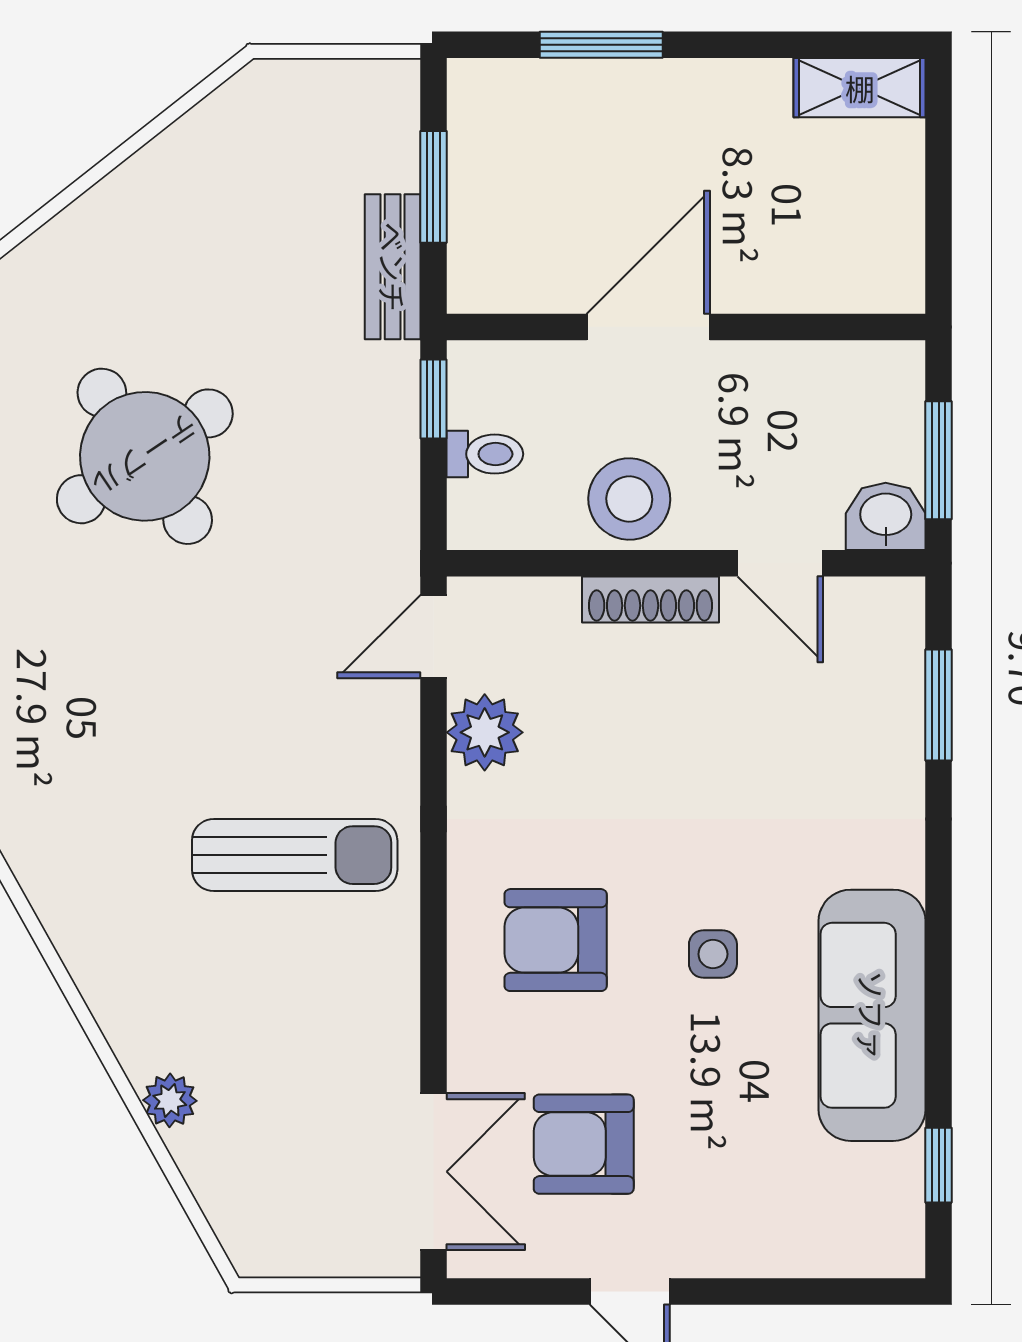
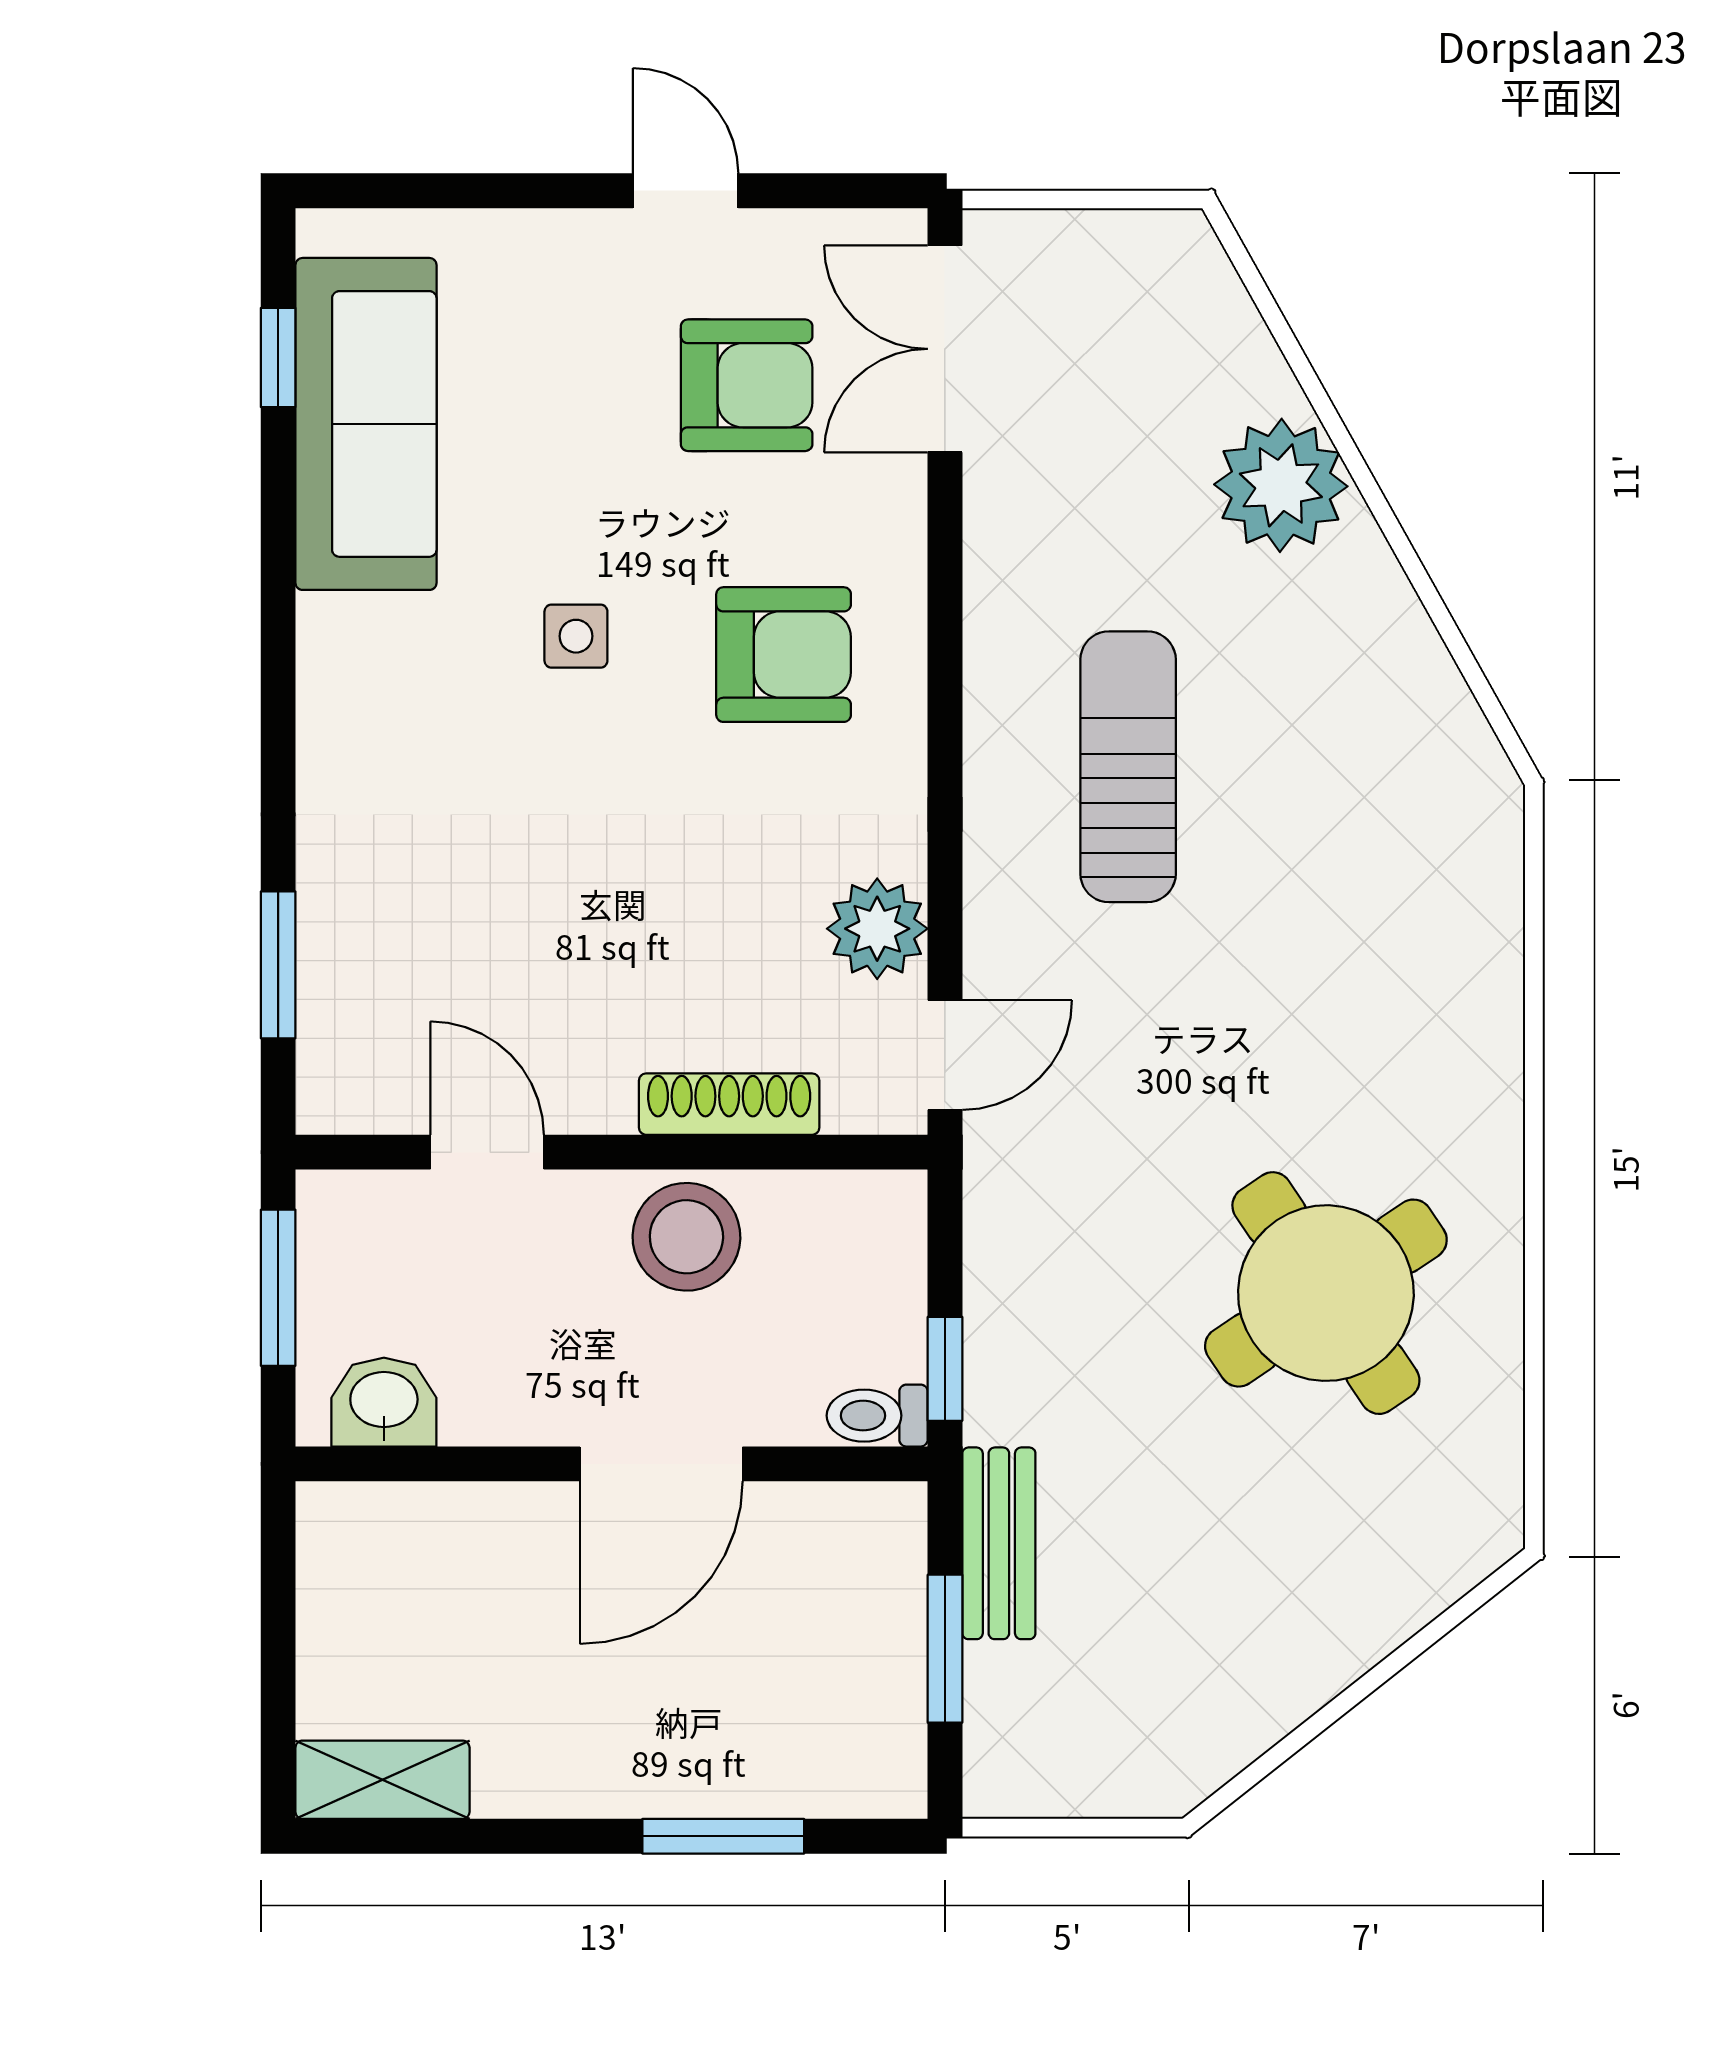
toilet: (485, 454) -> (877, 1416), moved
washbasin: (886, 516) -> (384, 1402), moved, turned 180
shoe rack: (650, 599) -> (729, 1104), moved
sun lounger: (295, 855) -> (1128, 767), turned 90
sofa: (872, 1015) -> (366, 424), moved
plant: (170, 1100) -> (1281, 485), width x1.88, depth x1.88

